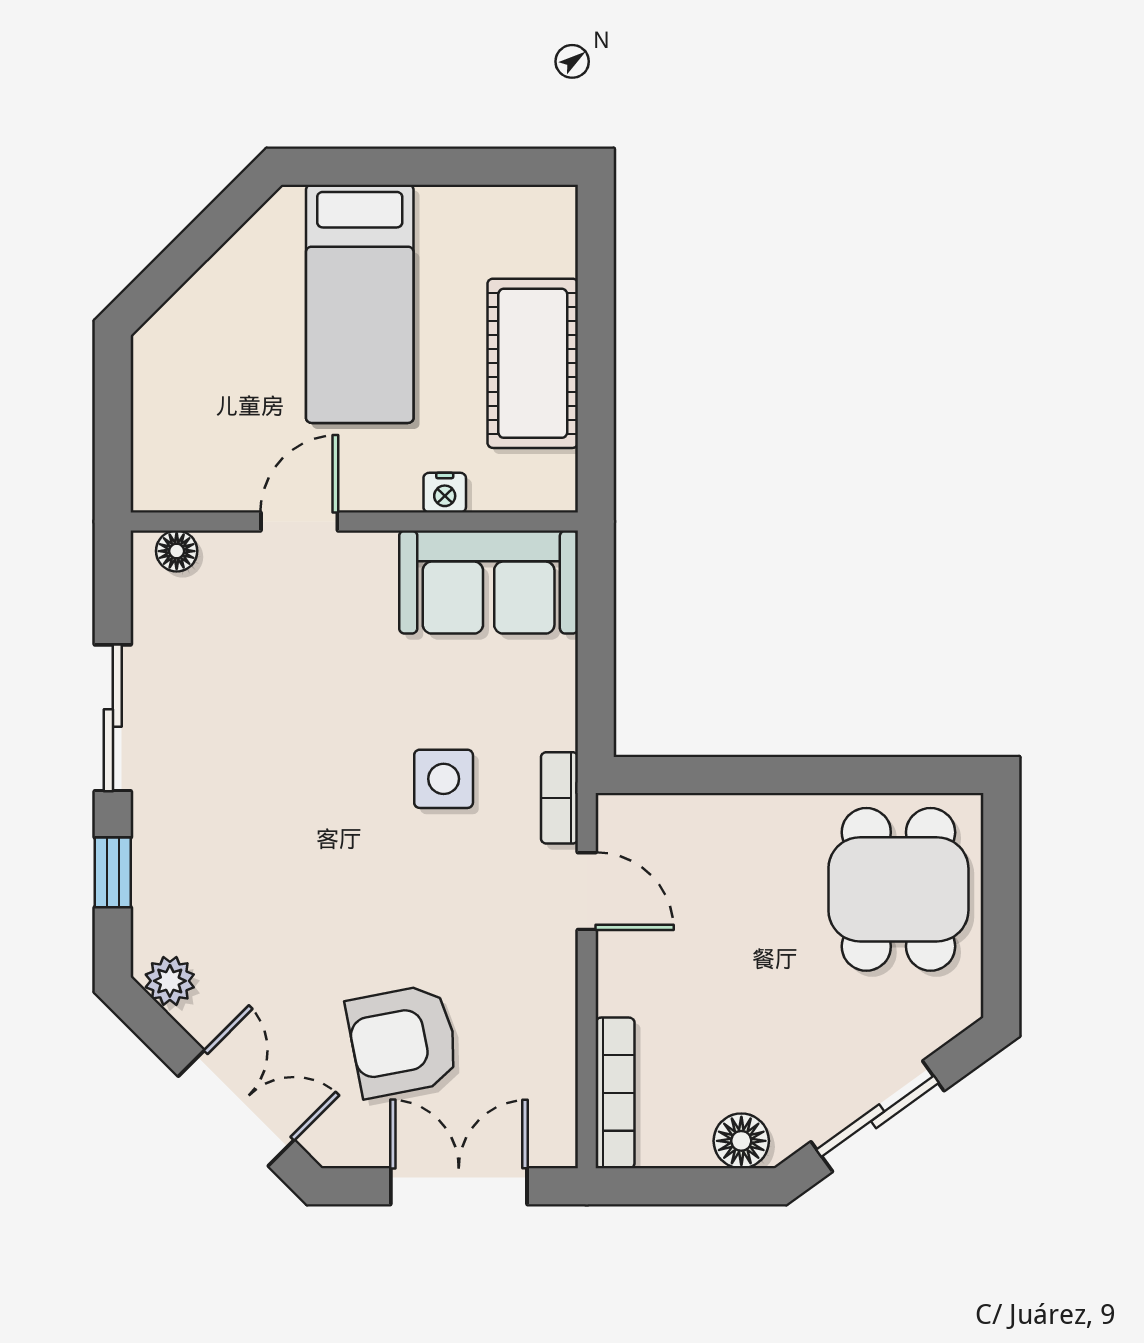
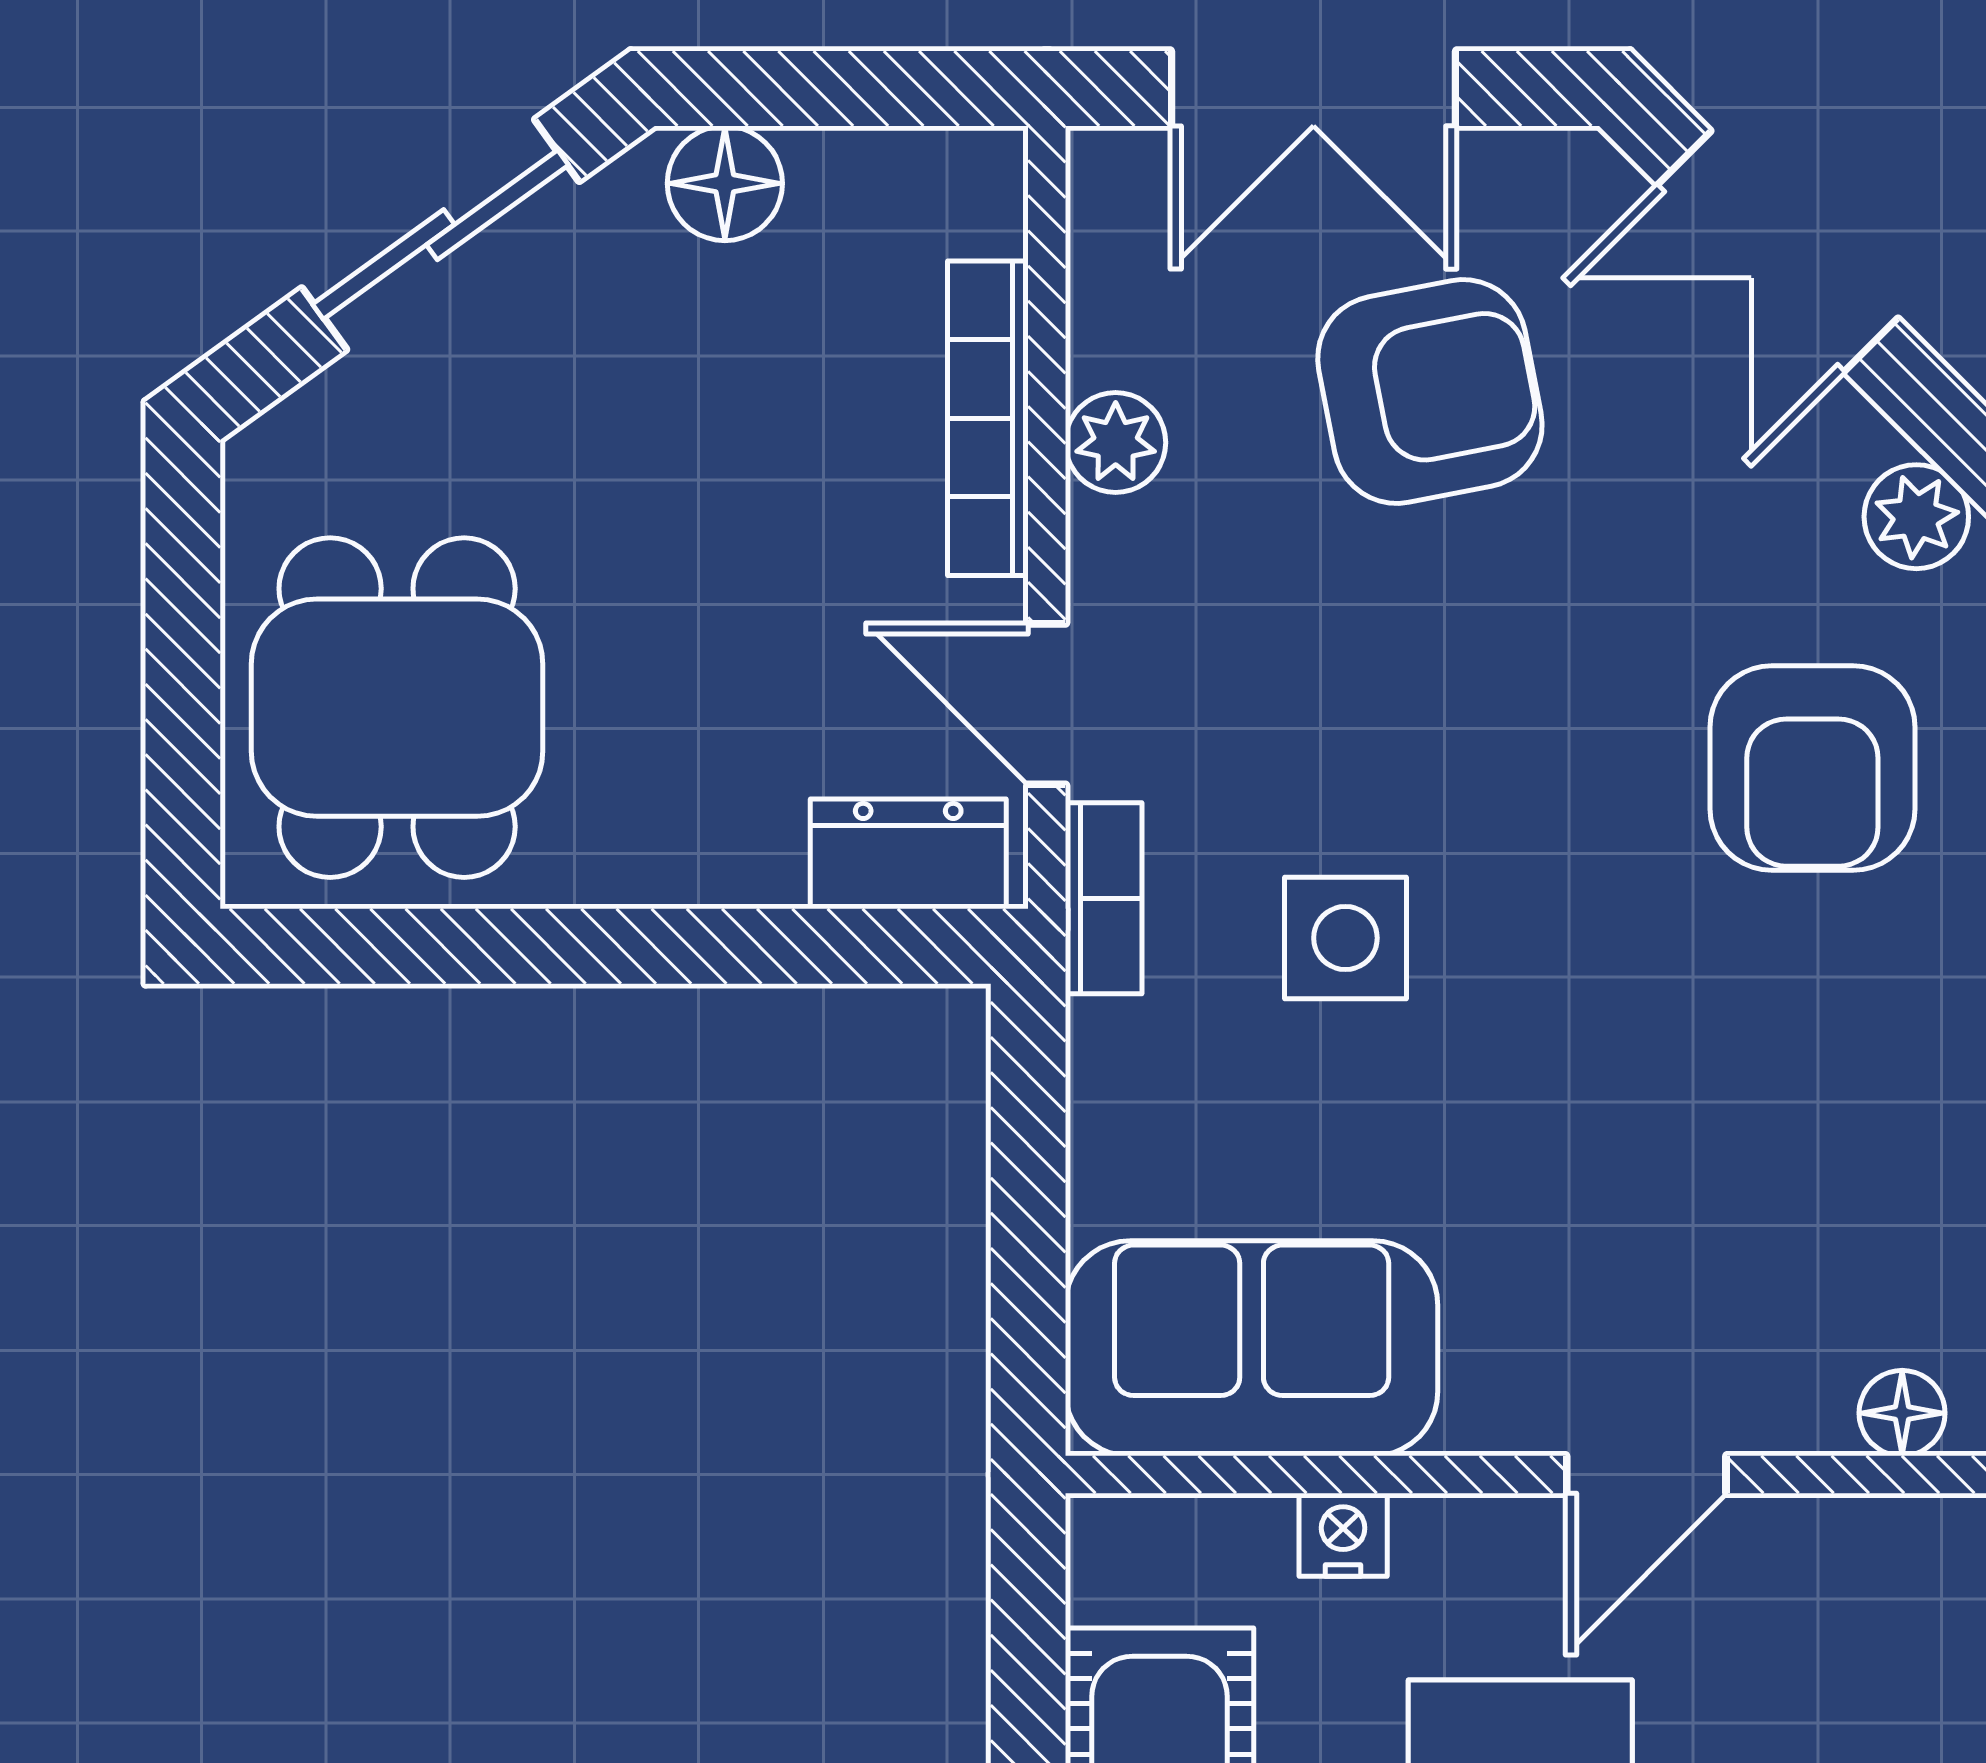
dresser: (653, 819) -> (908, 854), added
armchair: (220, 860) -> (1812, 768), added
plant: (554, 1017) -> (1116, 443), added
bookcase: (615, 1093) -> (988, 418), moved

